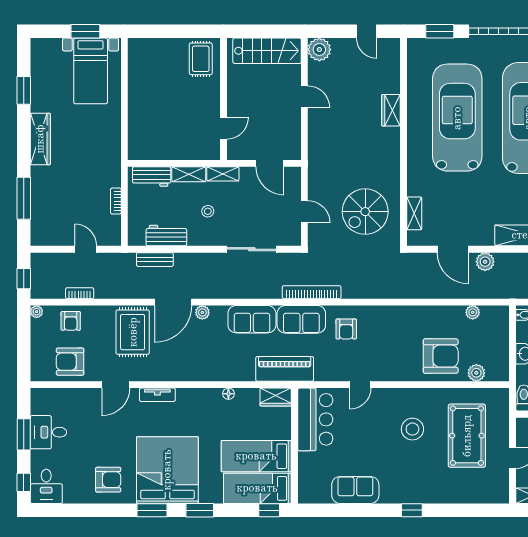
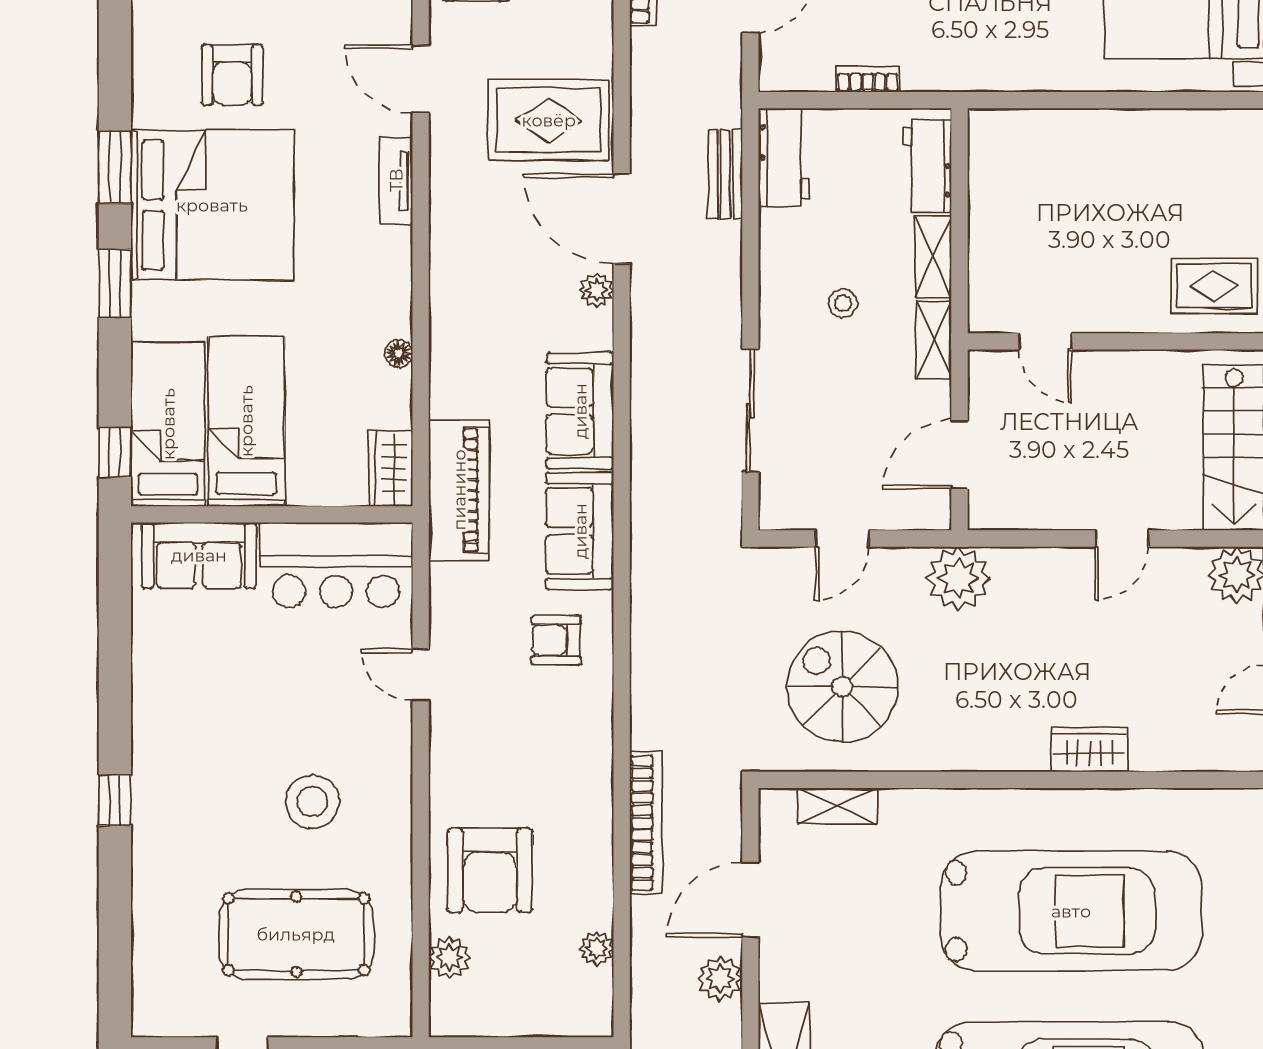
plant: (321, 164) -> (958, 578), added
workbench: (166, 236) -> (784, 157), moved
bookcase: (312, 292) -> (646, 823), moved
armchair: (108, 480) -> (232, 75), moved
sofa: (355, 490) -> (199, 555), moved, turned 90

